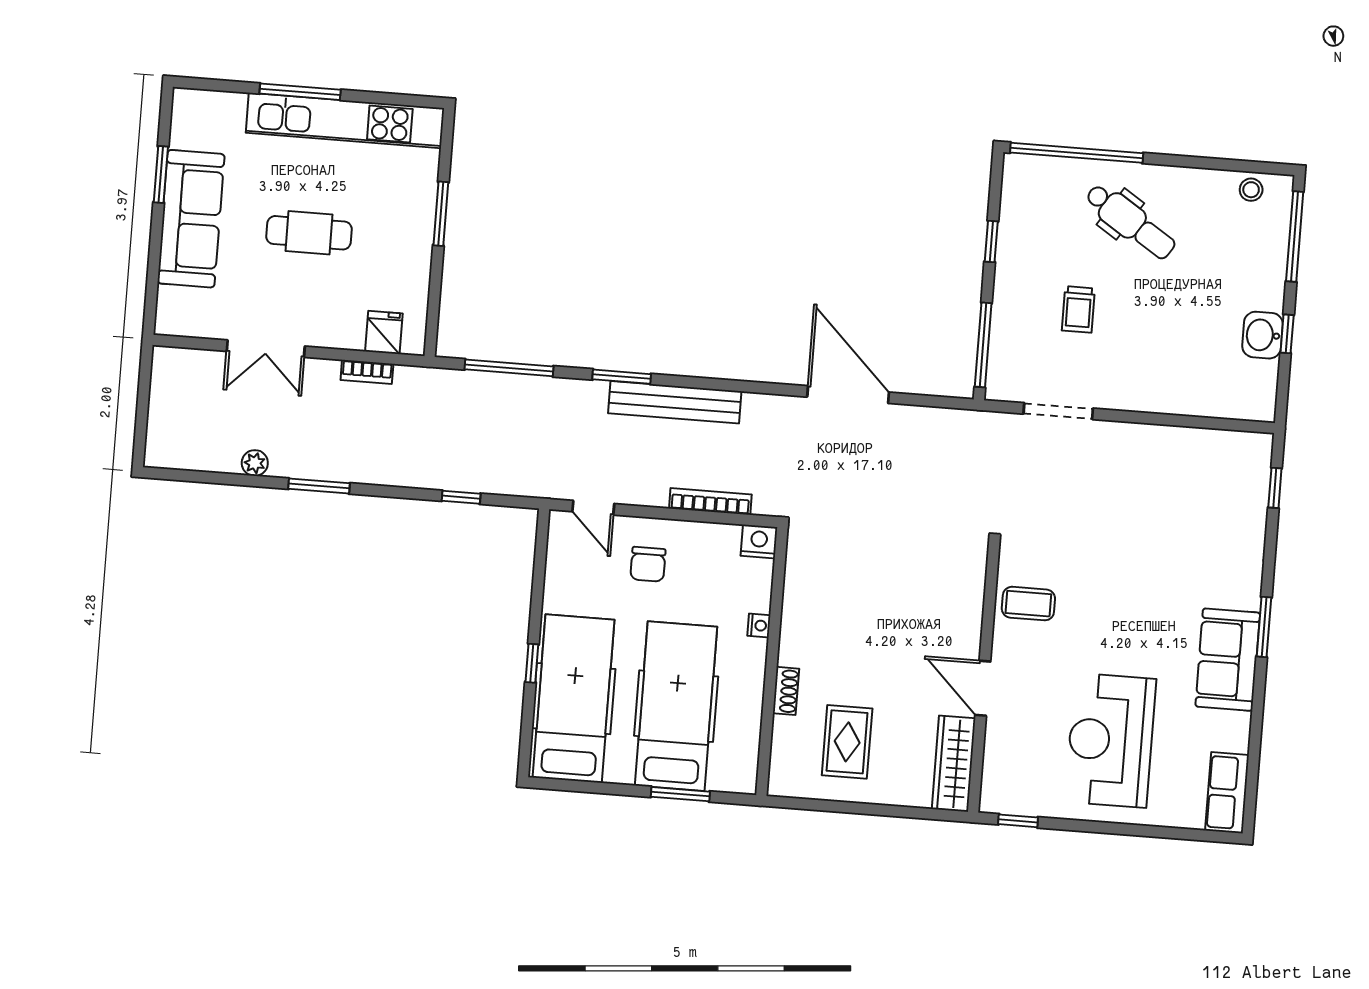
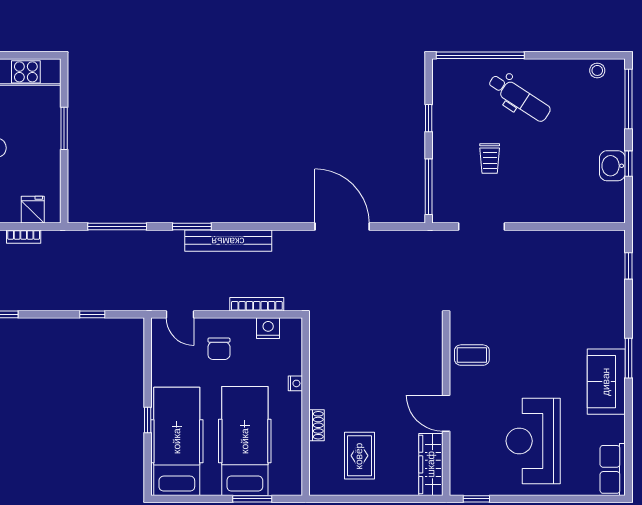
nightstand: (759, 542) -> (268, 328), moved

